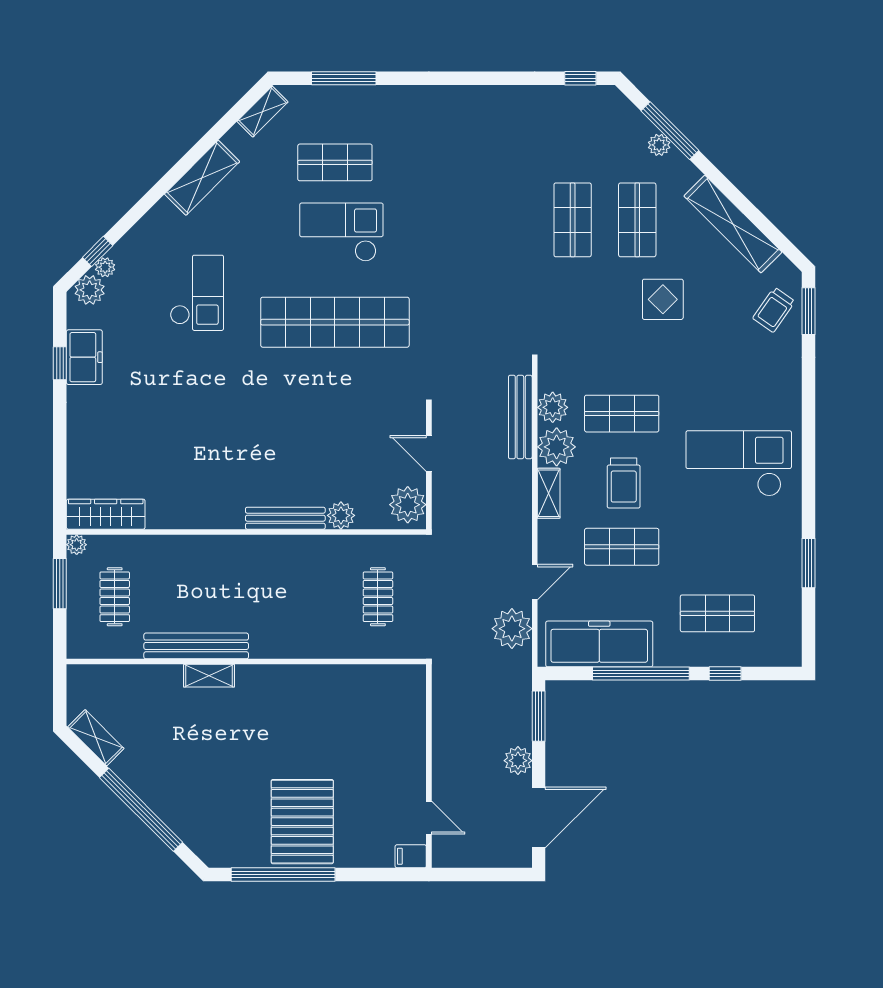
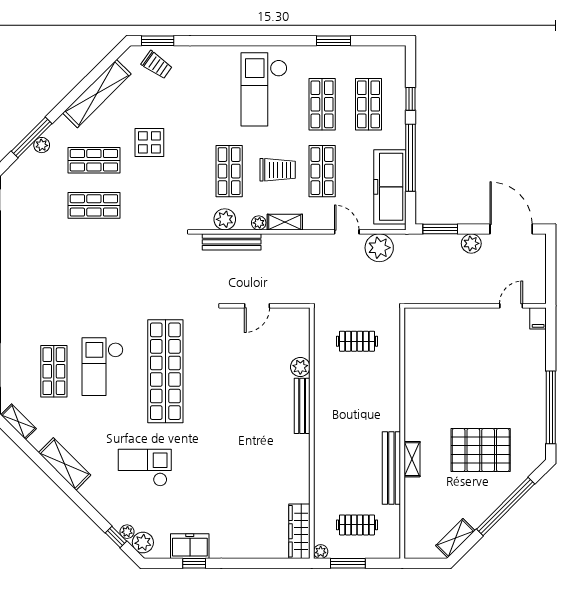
plant: (557, 447) -> (259, 223), width x0.53, depth x0.53
plant: (408, 505) -> (293, 320), removed
shop shelf: (717, 547) -> (322, 104), added
pallet: (302, 822) -> (481, 450), moved

